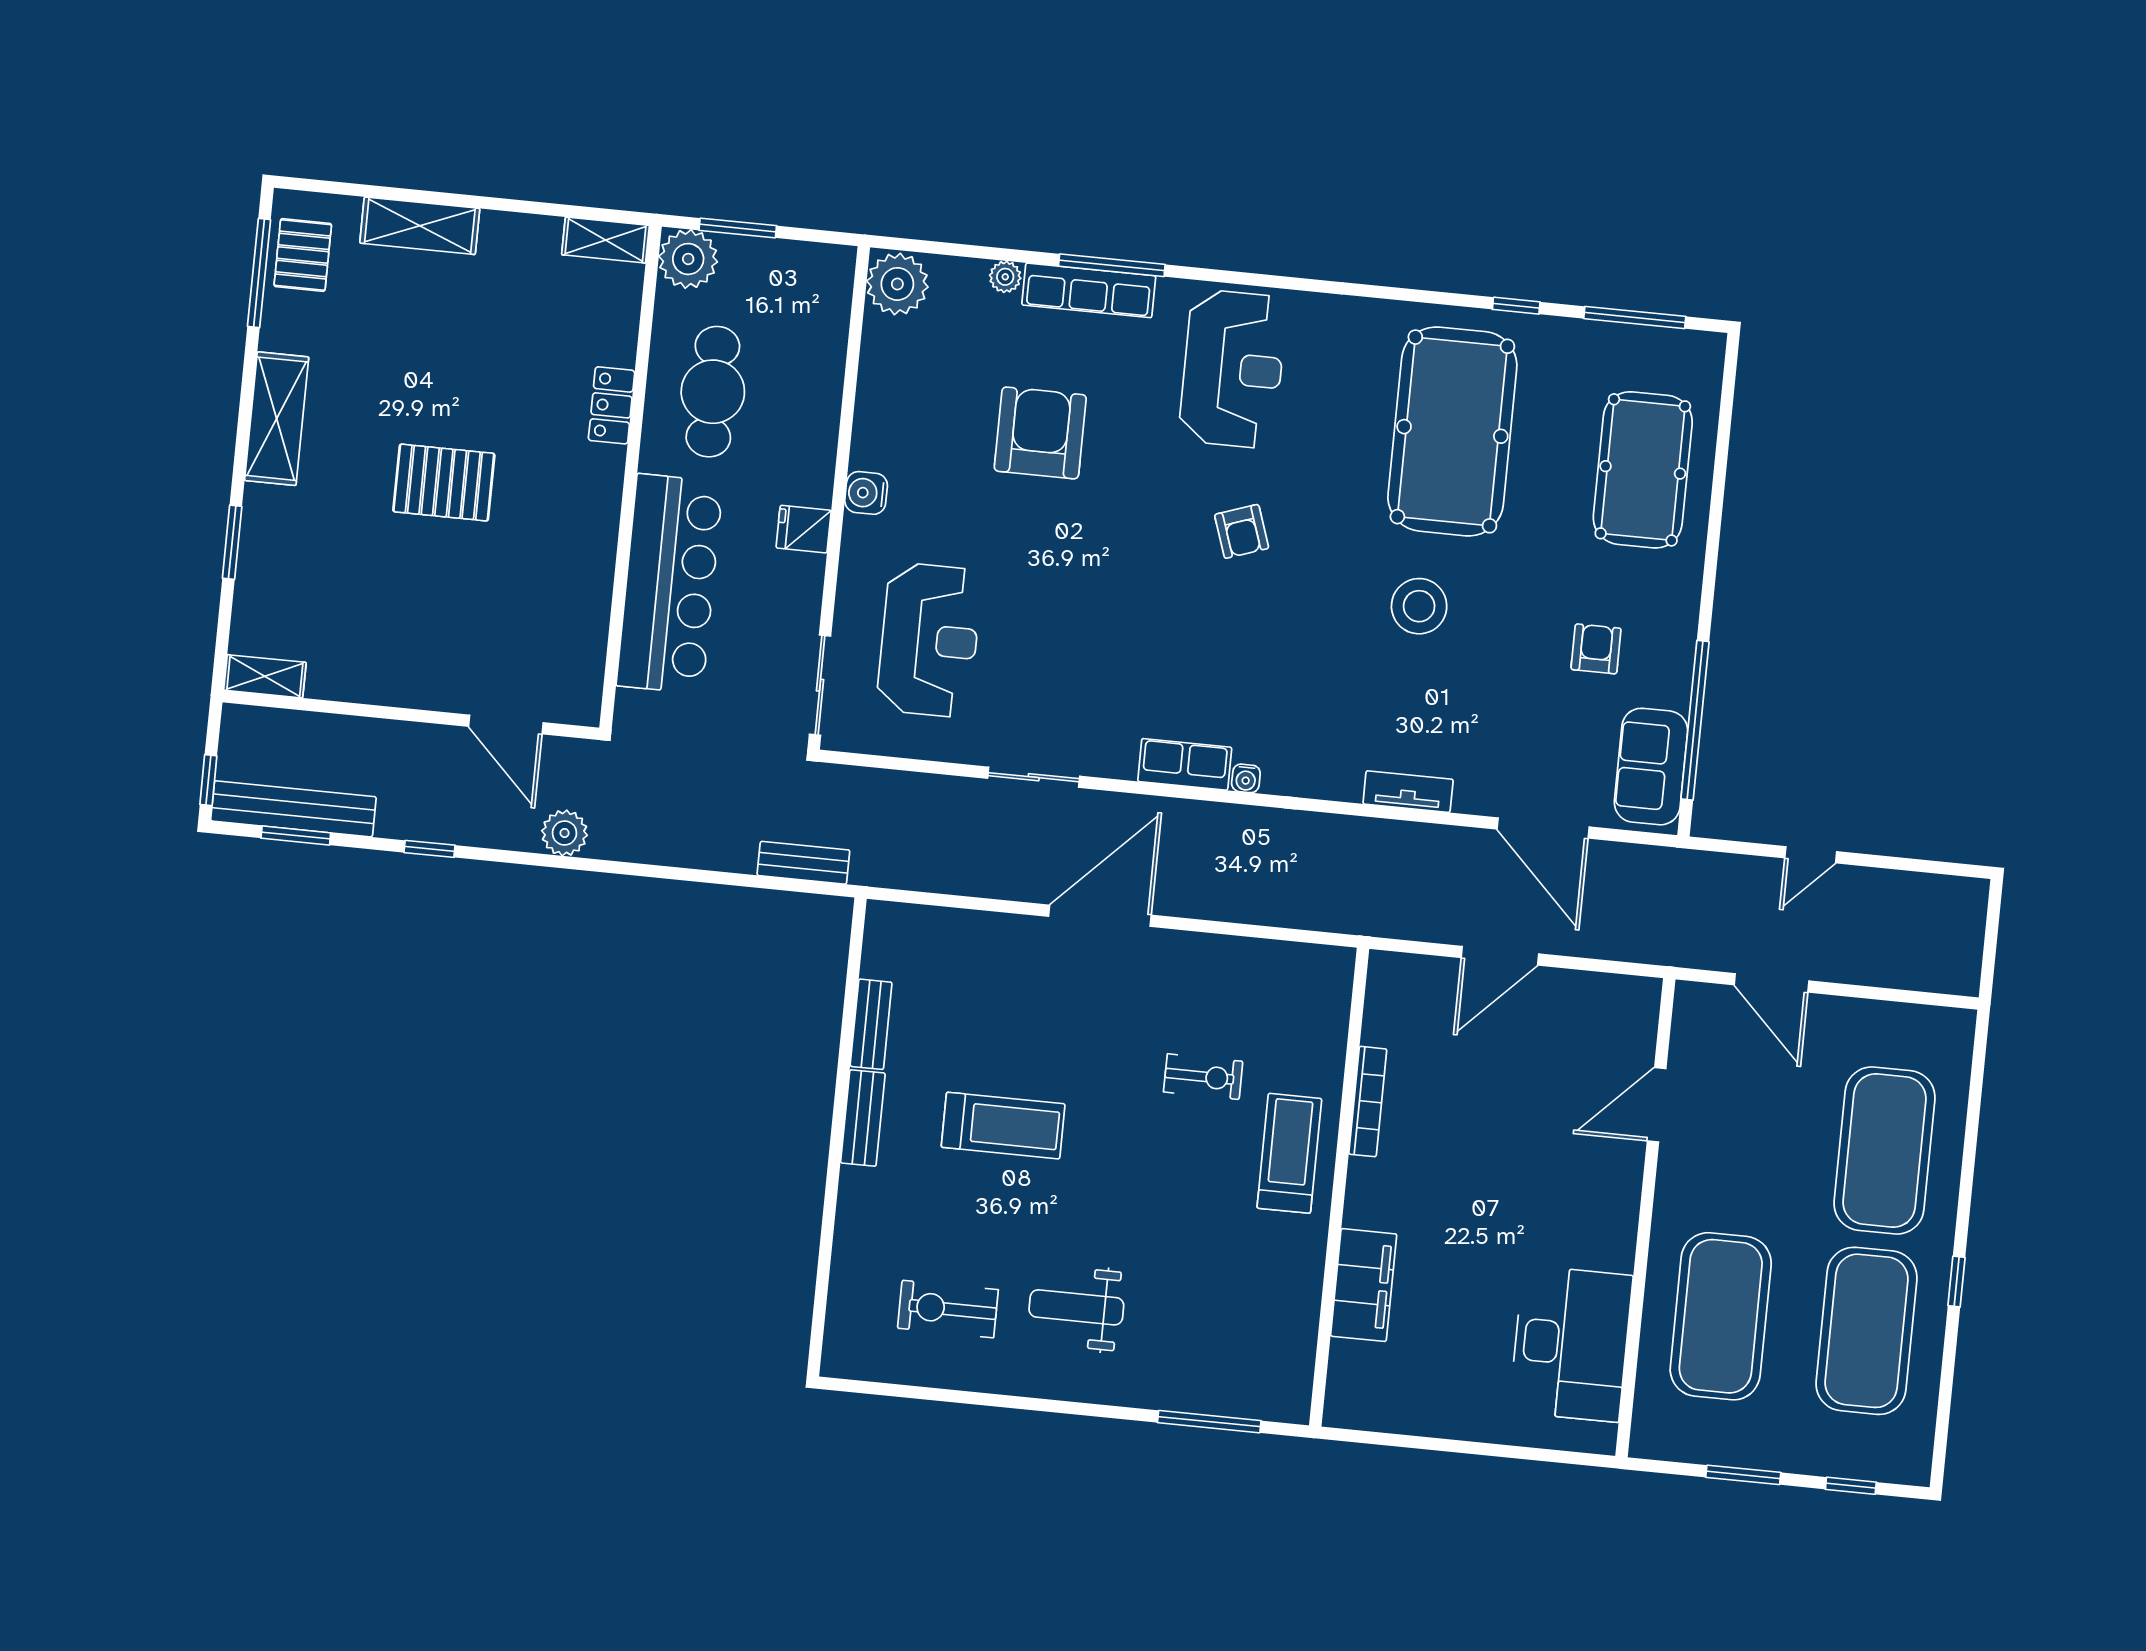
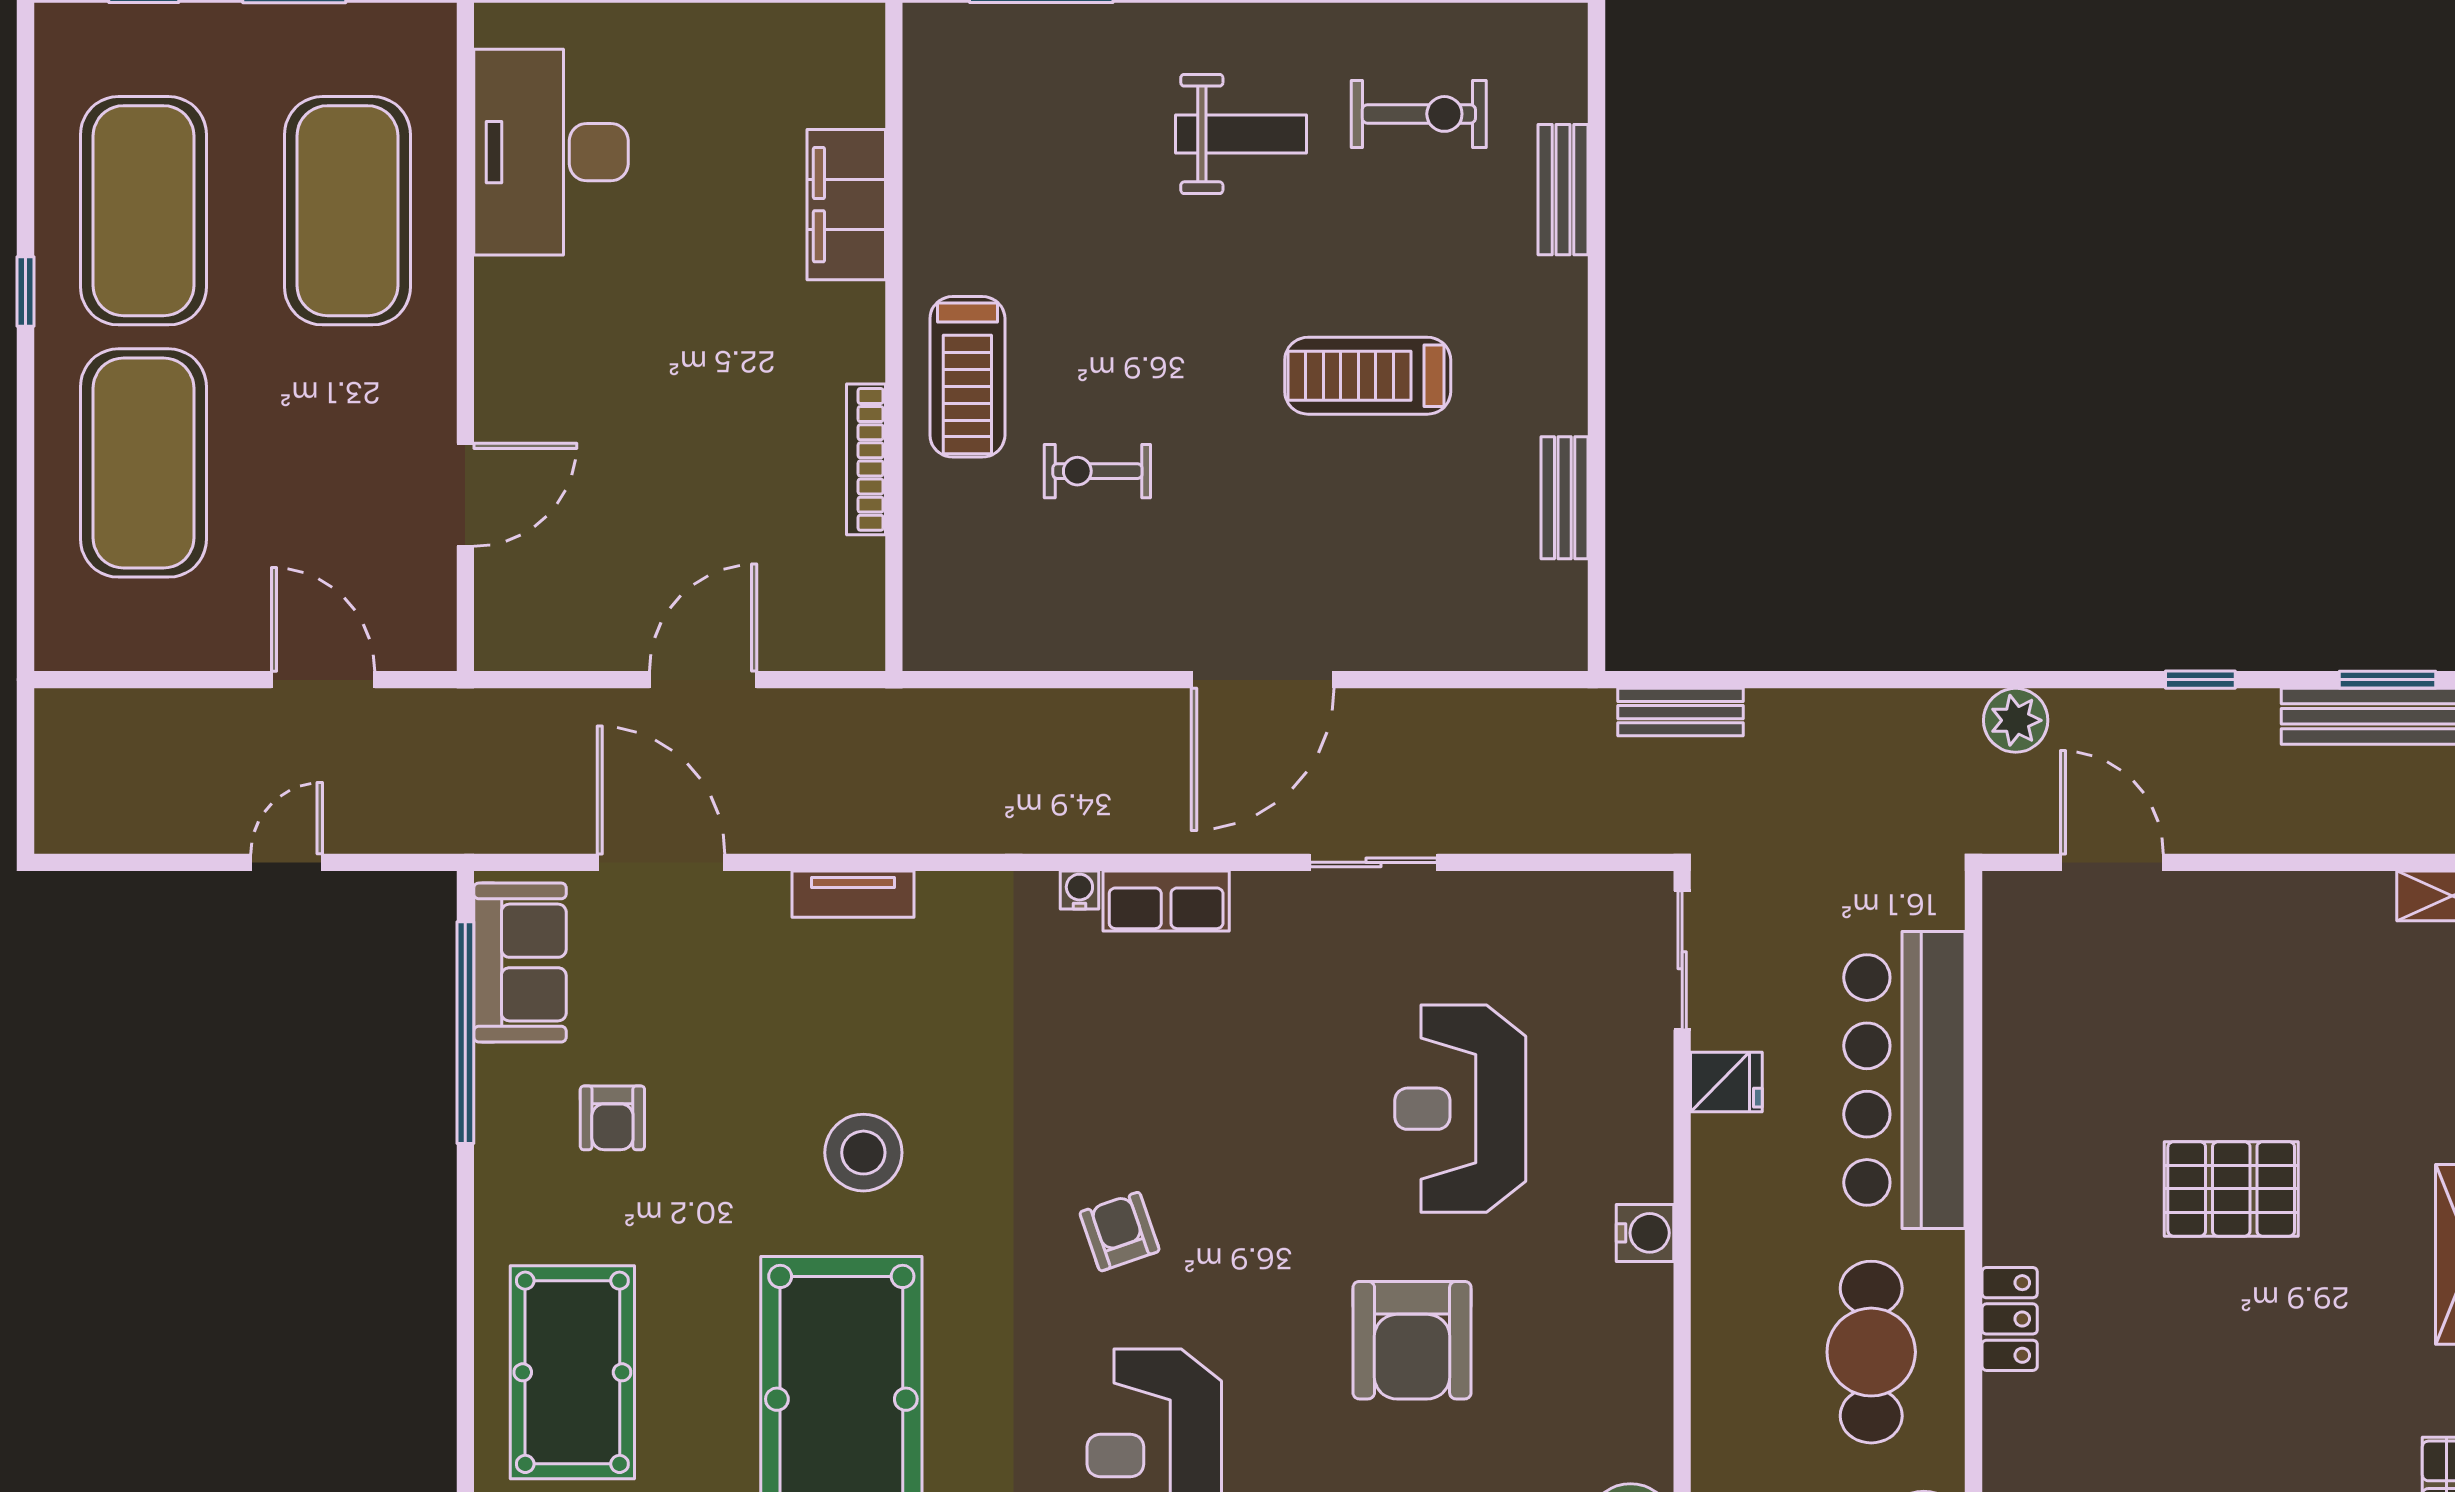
fridge: (804, 529) -> (1726, 1082), moved
reception desk: (929, 640) -> (1460, 1109), moved
bench: (863, 1118) -> (1563, 190), moved

